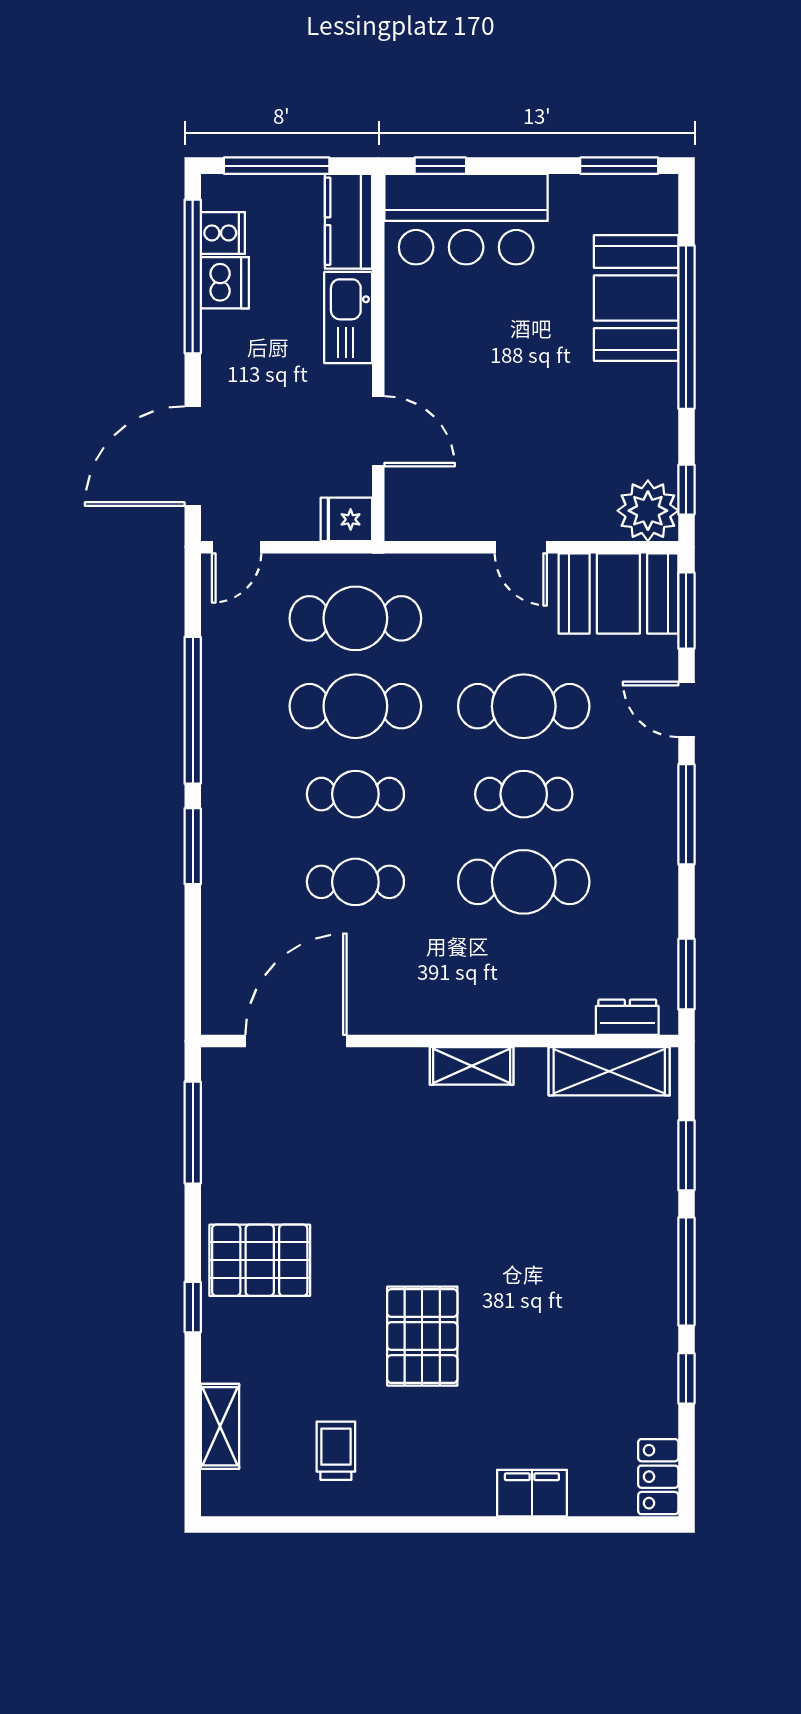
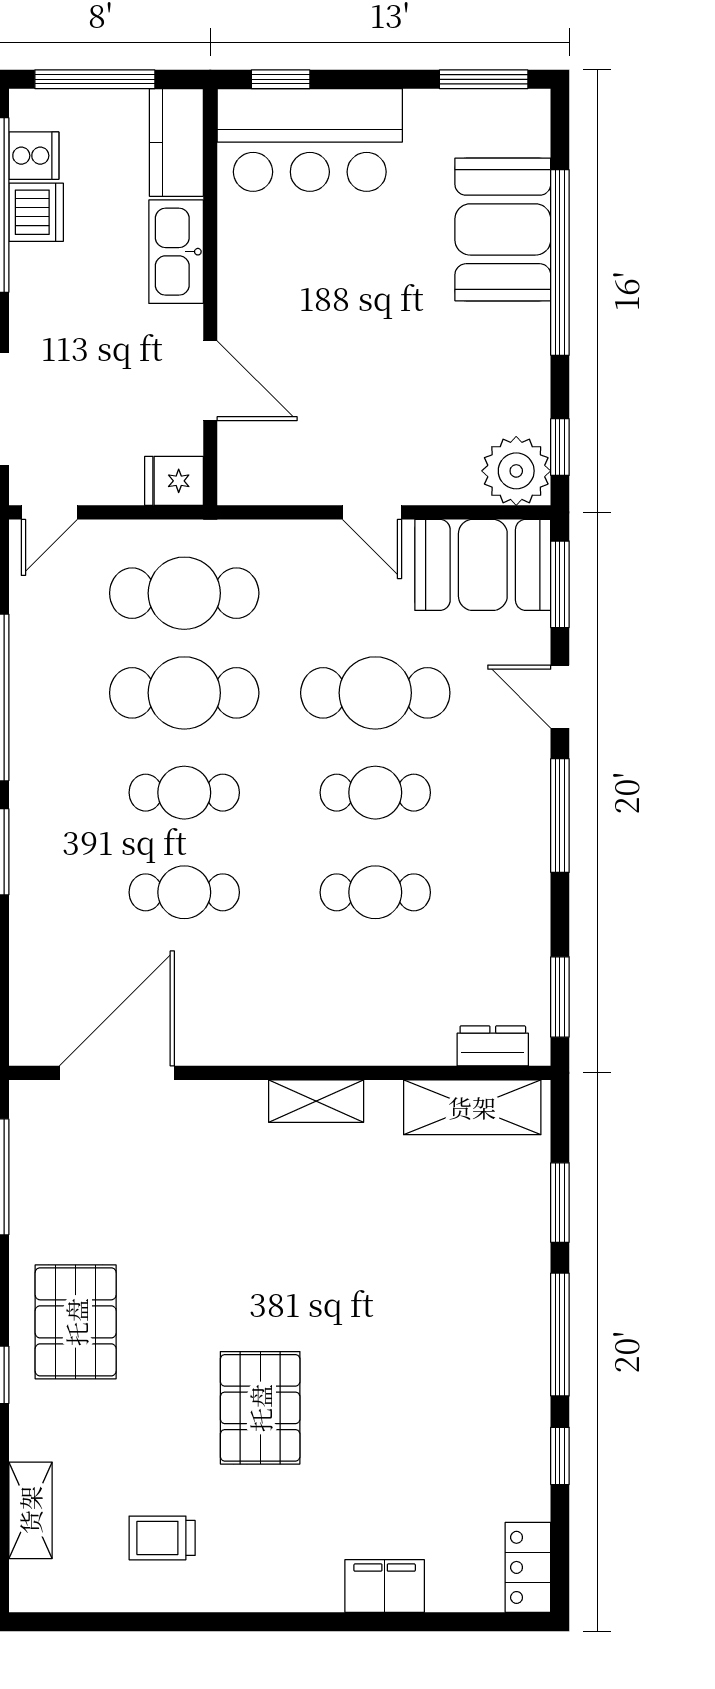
cafe table: (524, 882) -> (375, 892), width x0.73, depth x0.74
pallet: (260, 1260) -> (76, 1322), turned 90
trolley: (336, 1451) -> (162, 1538), turned -90

